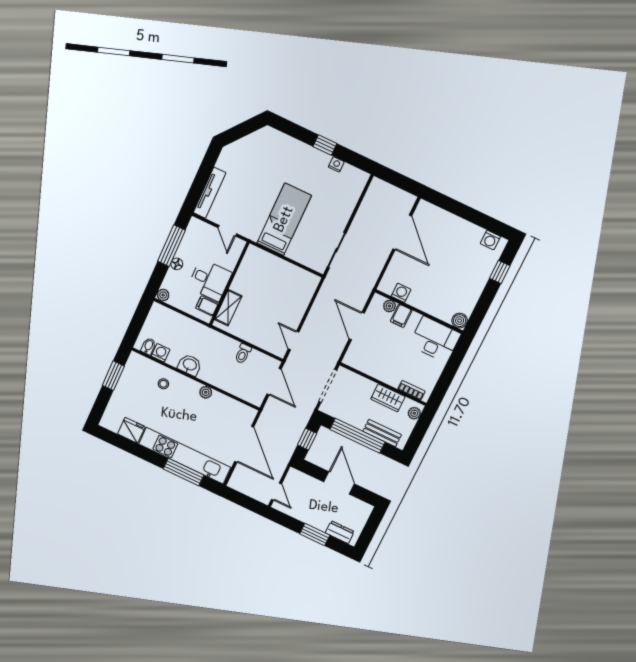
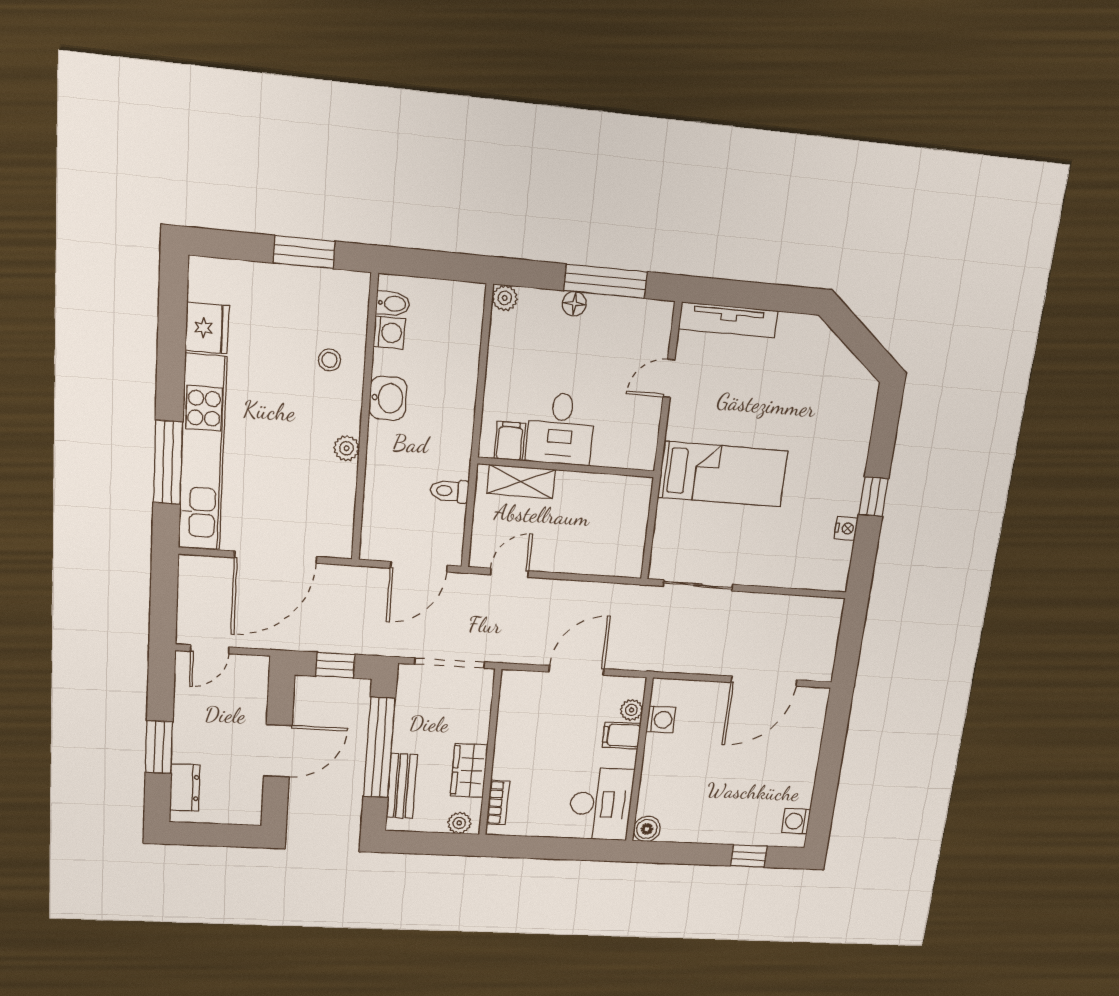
desk: (210, 280) -> (561, 429), moved
wall: (229, 284) -> (566, 467), moved
filing cabinet: (207, 306) -> (510, 441), moved
shelving: (228, 308) -> (521, 482), moved

